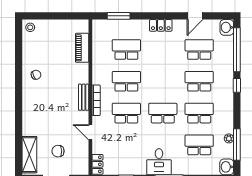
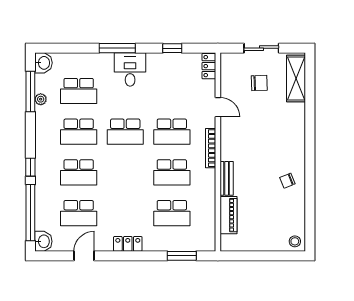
bench: (84, 97) -> (227, 178), moved

